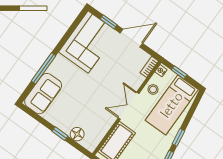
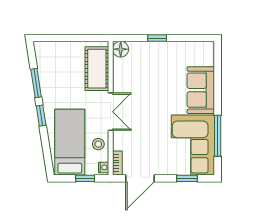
door: (131, 38) -> (140, 178), moved
window: (43, 68) -> (218, 136), moved
sofa: (43, 94) -> (201, 90), moved
floor lamp: (77, 134) -> (121, 49), moved

